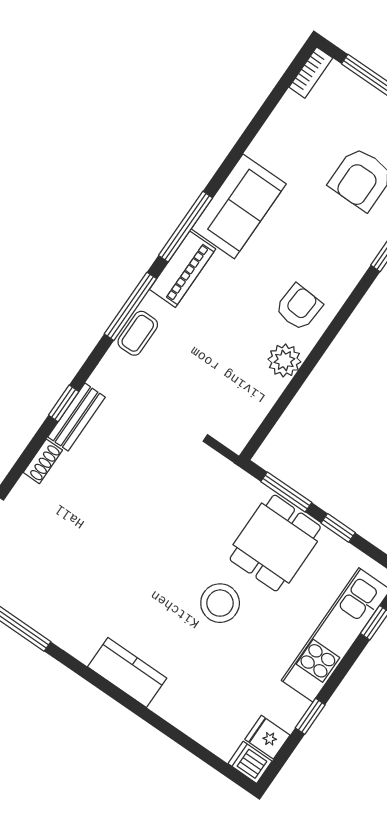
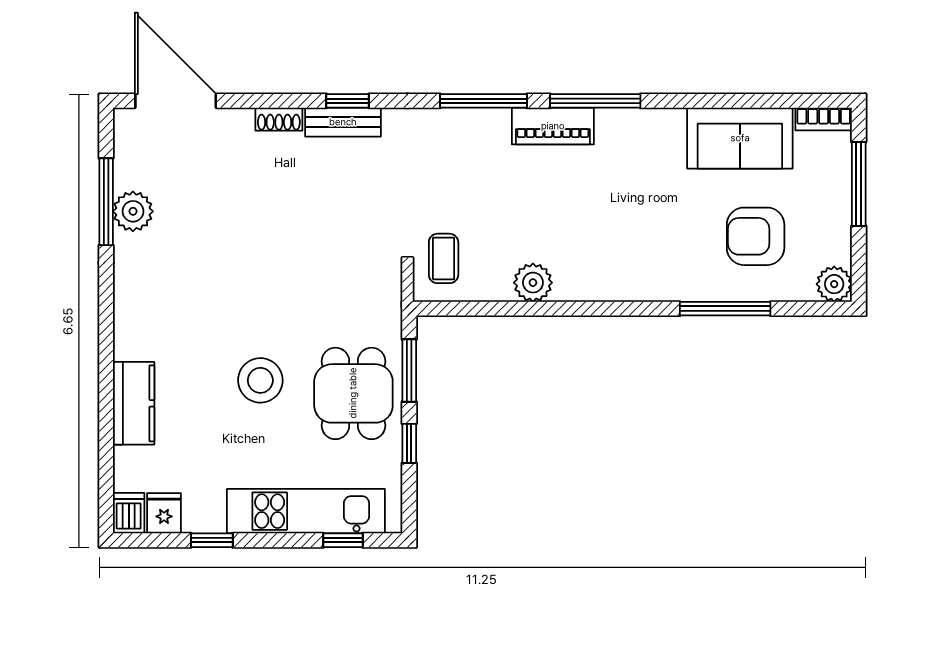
sofa: (239, 206) -> (740, 138), moved
armchair: (299, 307) -> (593, 261), removed
coffee table: (138, 333) -> (444, 258), moved, turned 90
dining table: (275, 543) -> (353, 393), turned 90
plant: (37, 611) -> (133, 211), added
kitchen counter: (127, 672) -> (134, 403), moved

